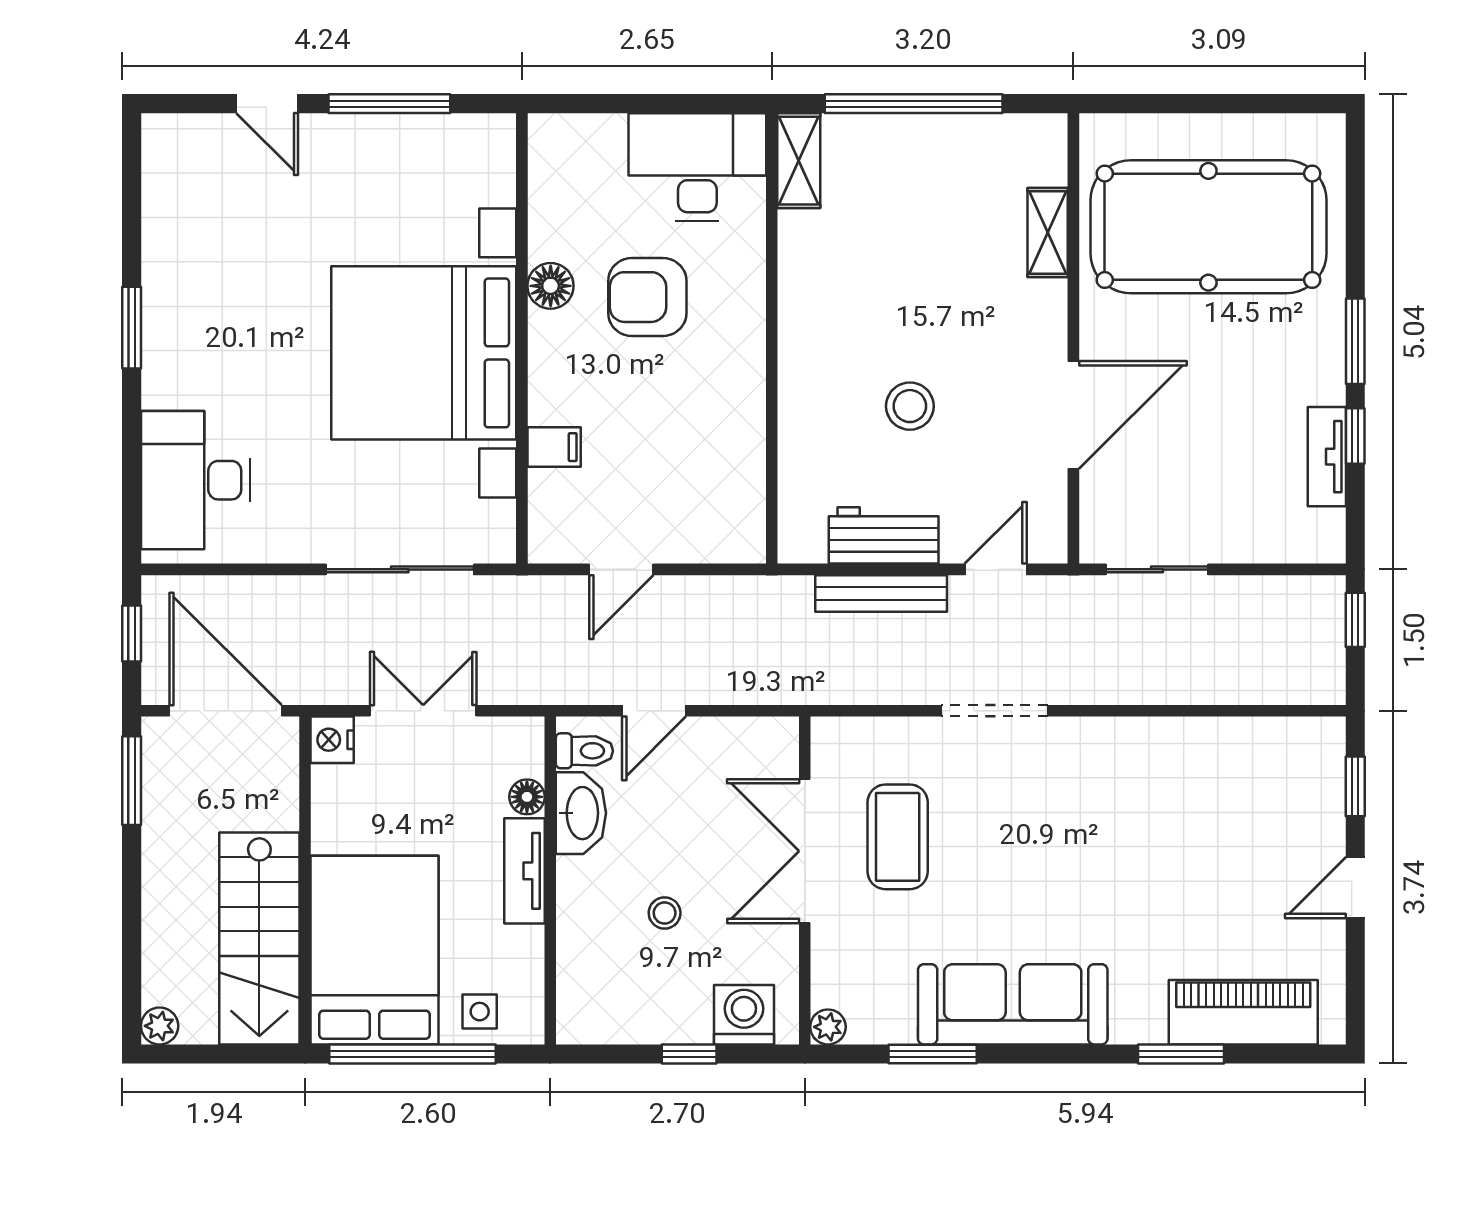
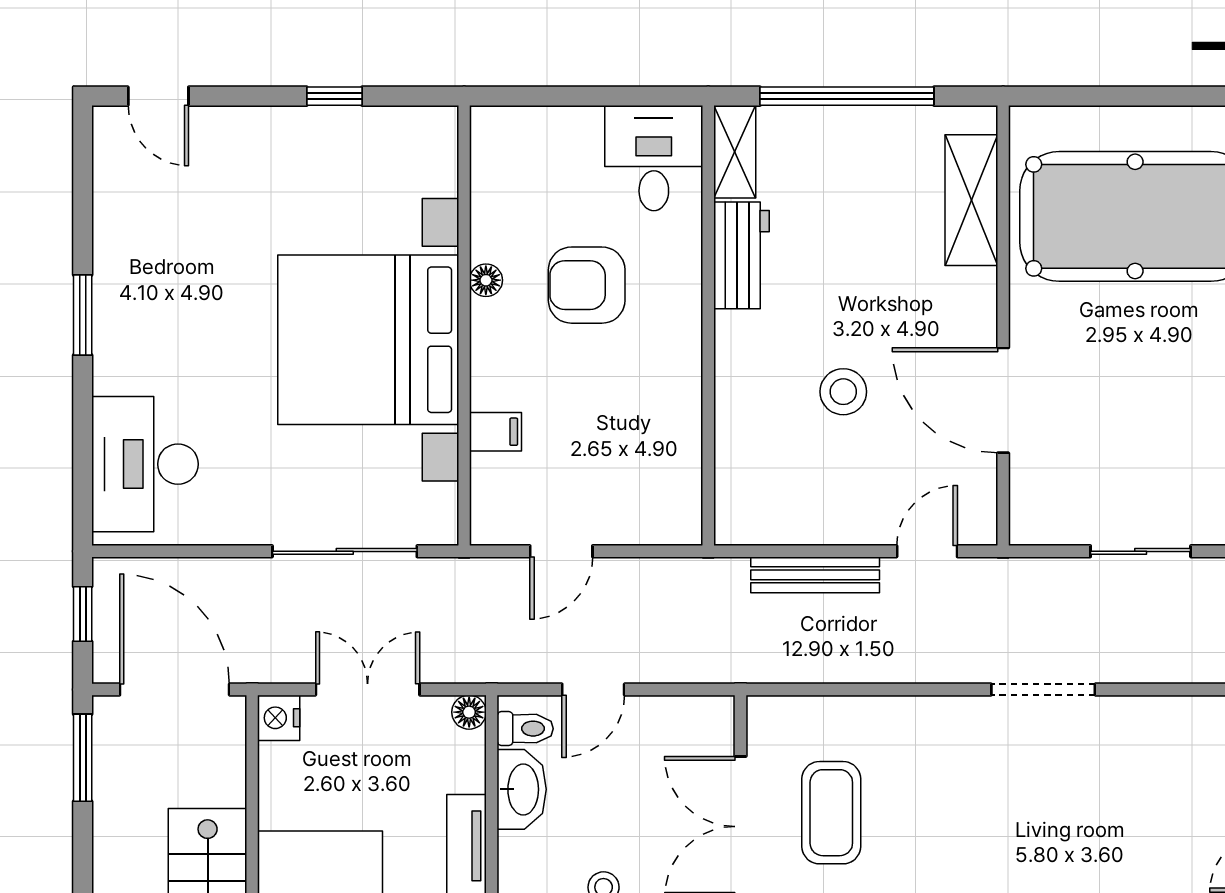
door: (267, 104) -> (158, 96), moved
window: (389, 104) -> (334, 96), width x0.46
desk: (697, 167) -> (654, 158), width x0.73
shelving: (1048, 232) -> (971, 200), width x1.50, depth x1.33
floor lamp: (551, 286) -> (486, 280), width x0.73, depth x0.73
door: (1073, 415) -> (1003, 400), swing flipped
workbench: (884, 535) -> (741, 255), moved, turned 90
sliding door: (1157, 569) -> (1141, 551), moved
doorway: (994, 711) -> (1043, 689), moved
floor lamp: (527, 797) -> (469, 712), moved

